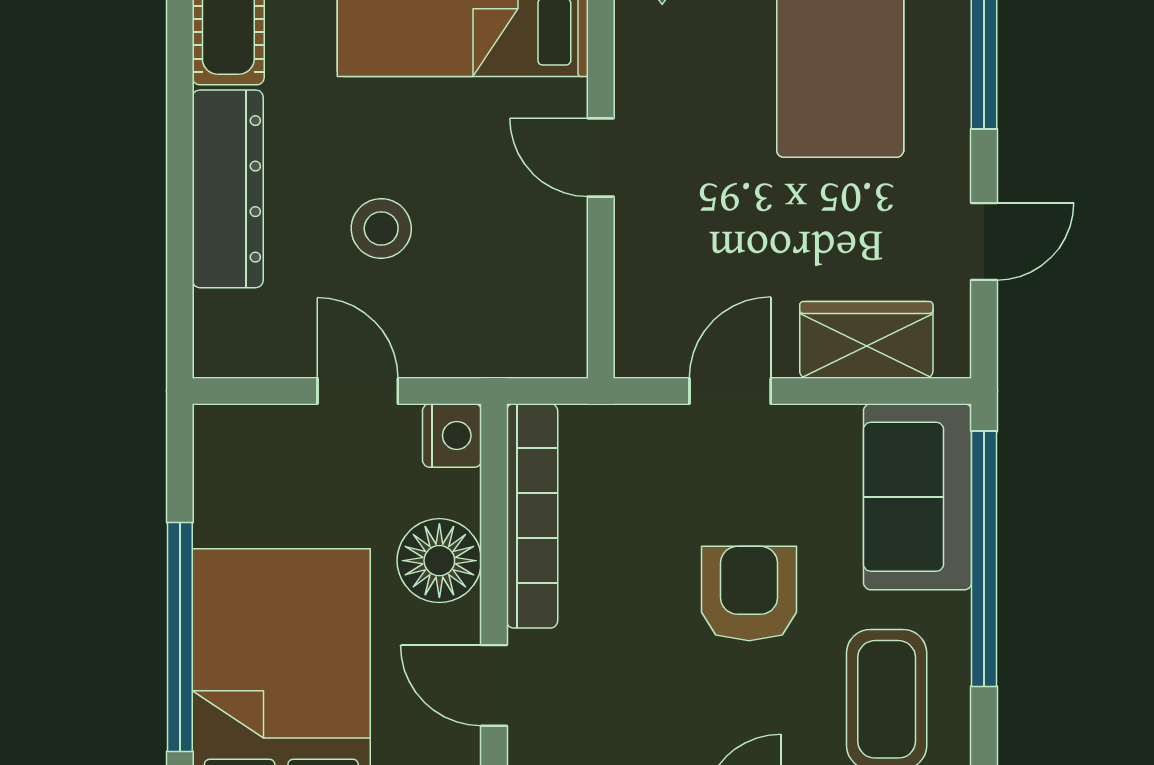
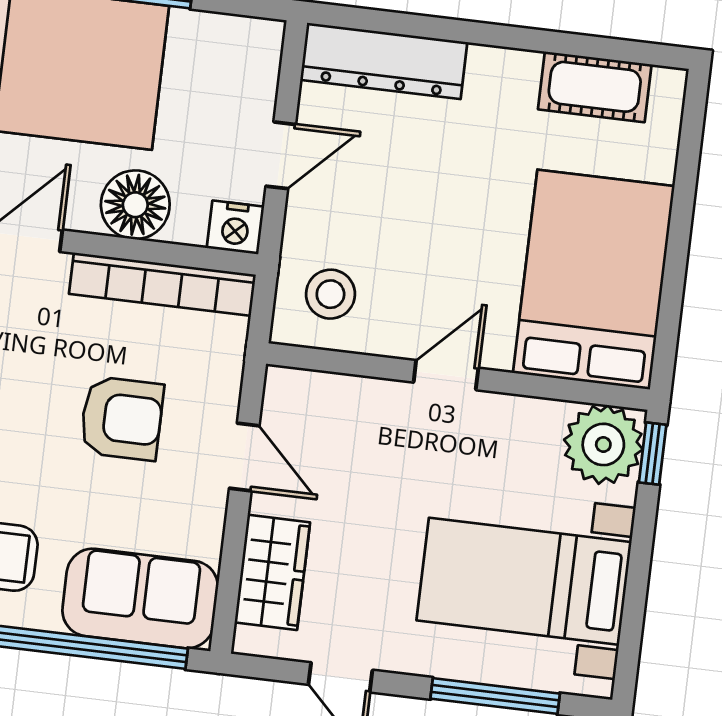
dresser: (228, 189) -> (384, 61), moved
stool: (381, 229) -> (330, 294), moved
armchair: (749, 594) -> (122, 418), moved

